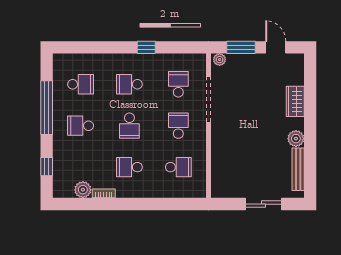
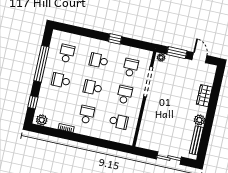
school desk: (81, 84) -> (67, 53), turned -90
school desk: (129, 126) -> (93, 88), turned 90
school desk: (129, 167) -> (87, 115), turned 90
plant: (83, 190) -> (42, 120), moved

